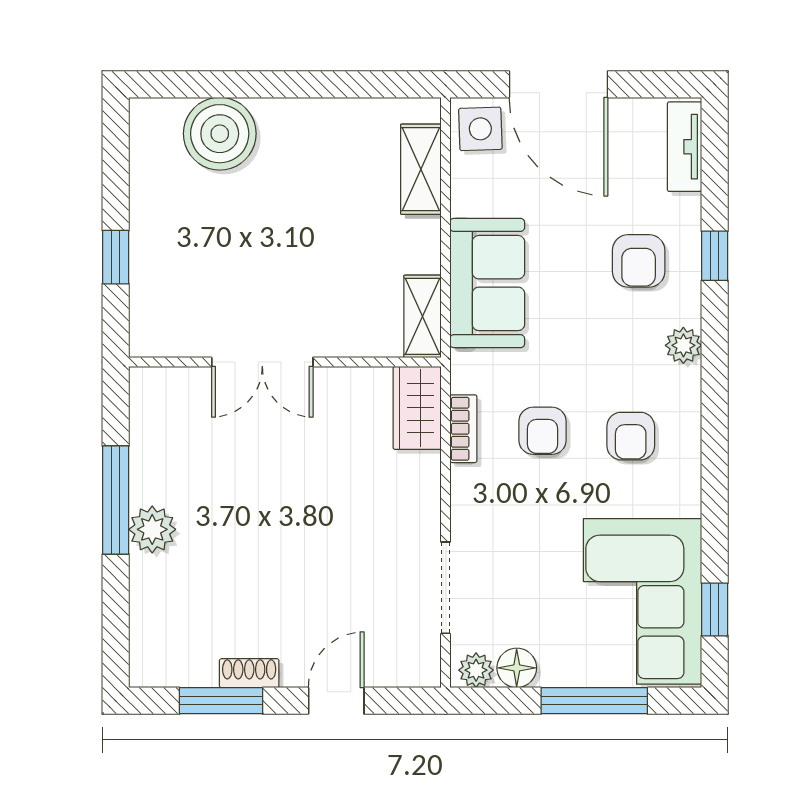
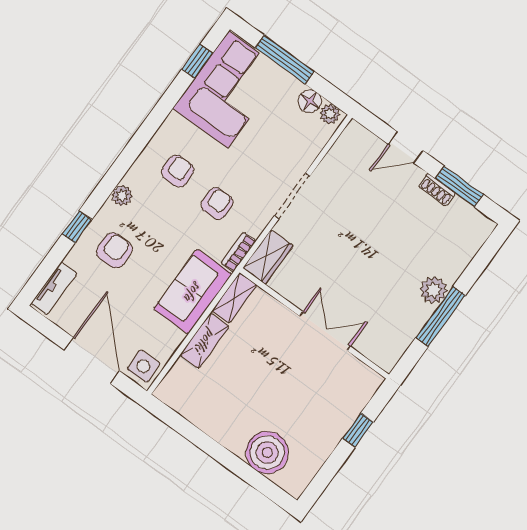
shelving: (421, 169) -> (205, 341), moved
bookcase: (463, 429) -> (239, 252), moved
doorway: (446, 588) -> (292, 196), moved

